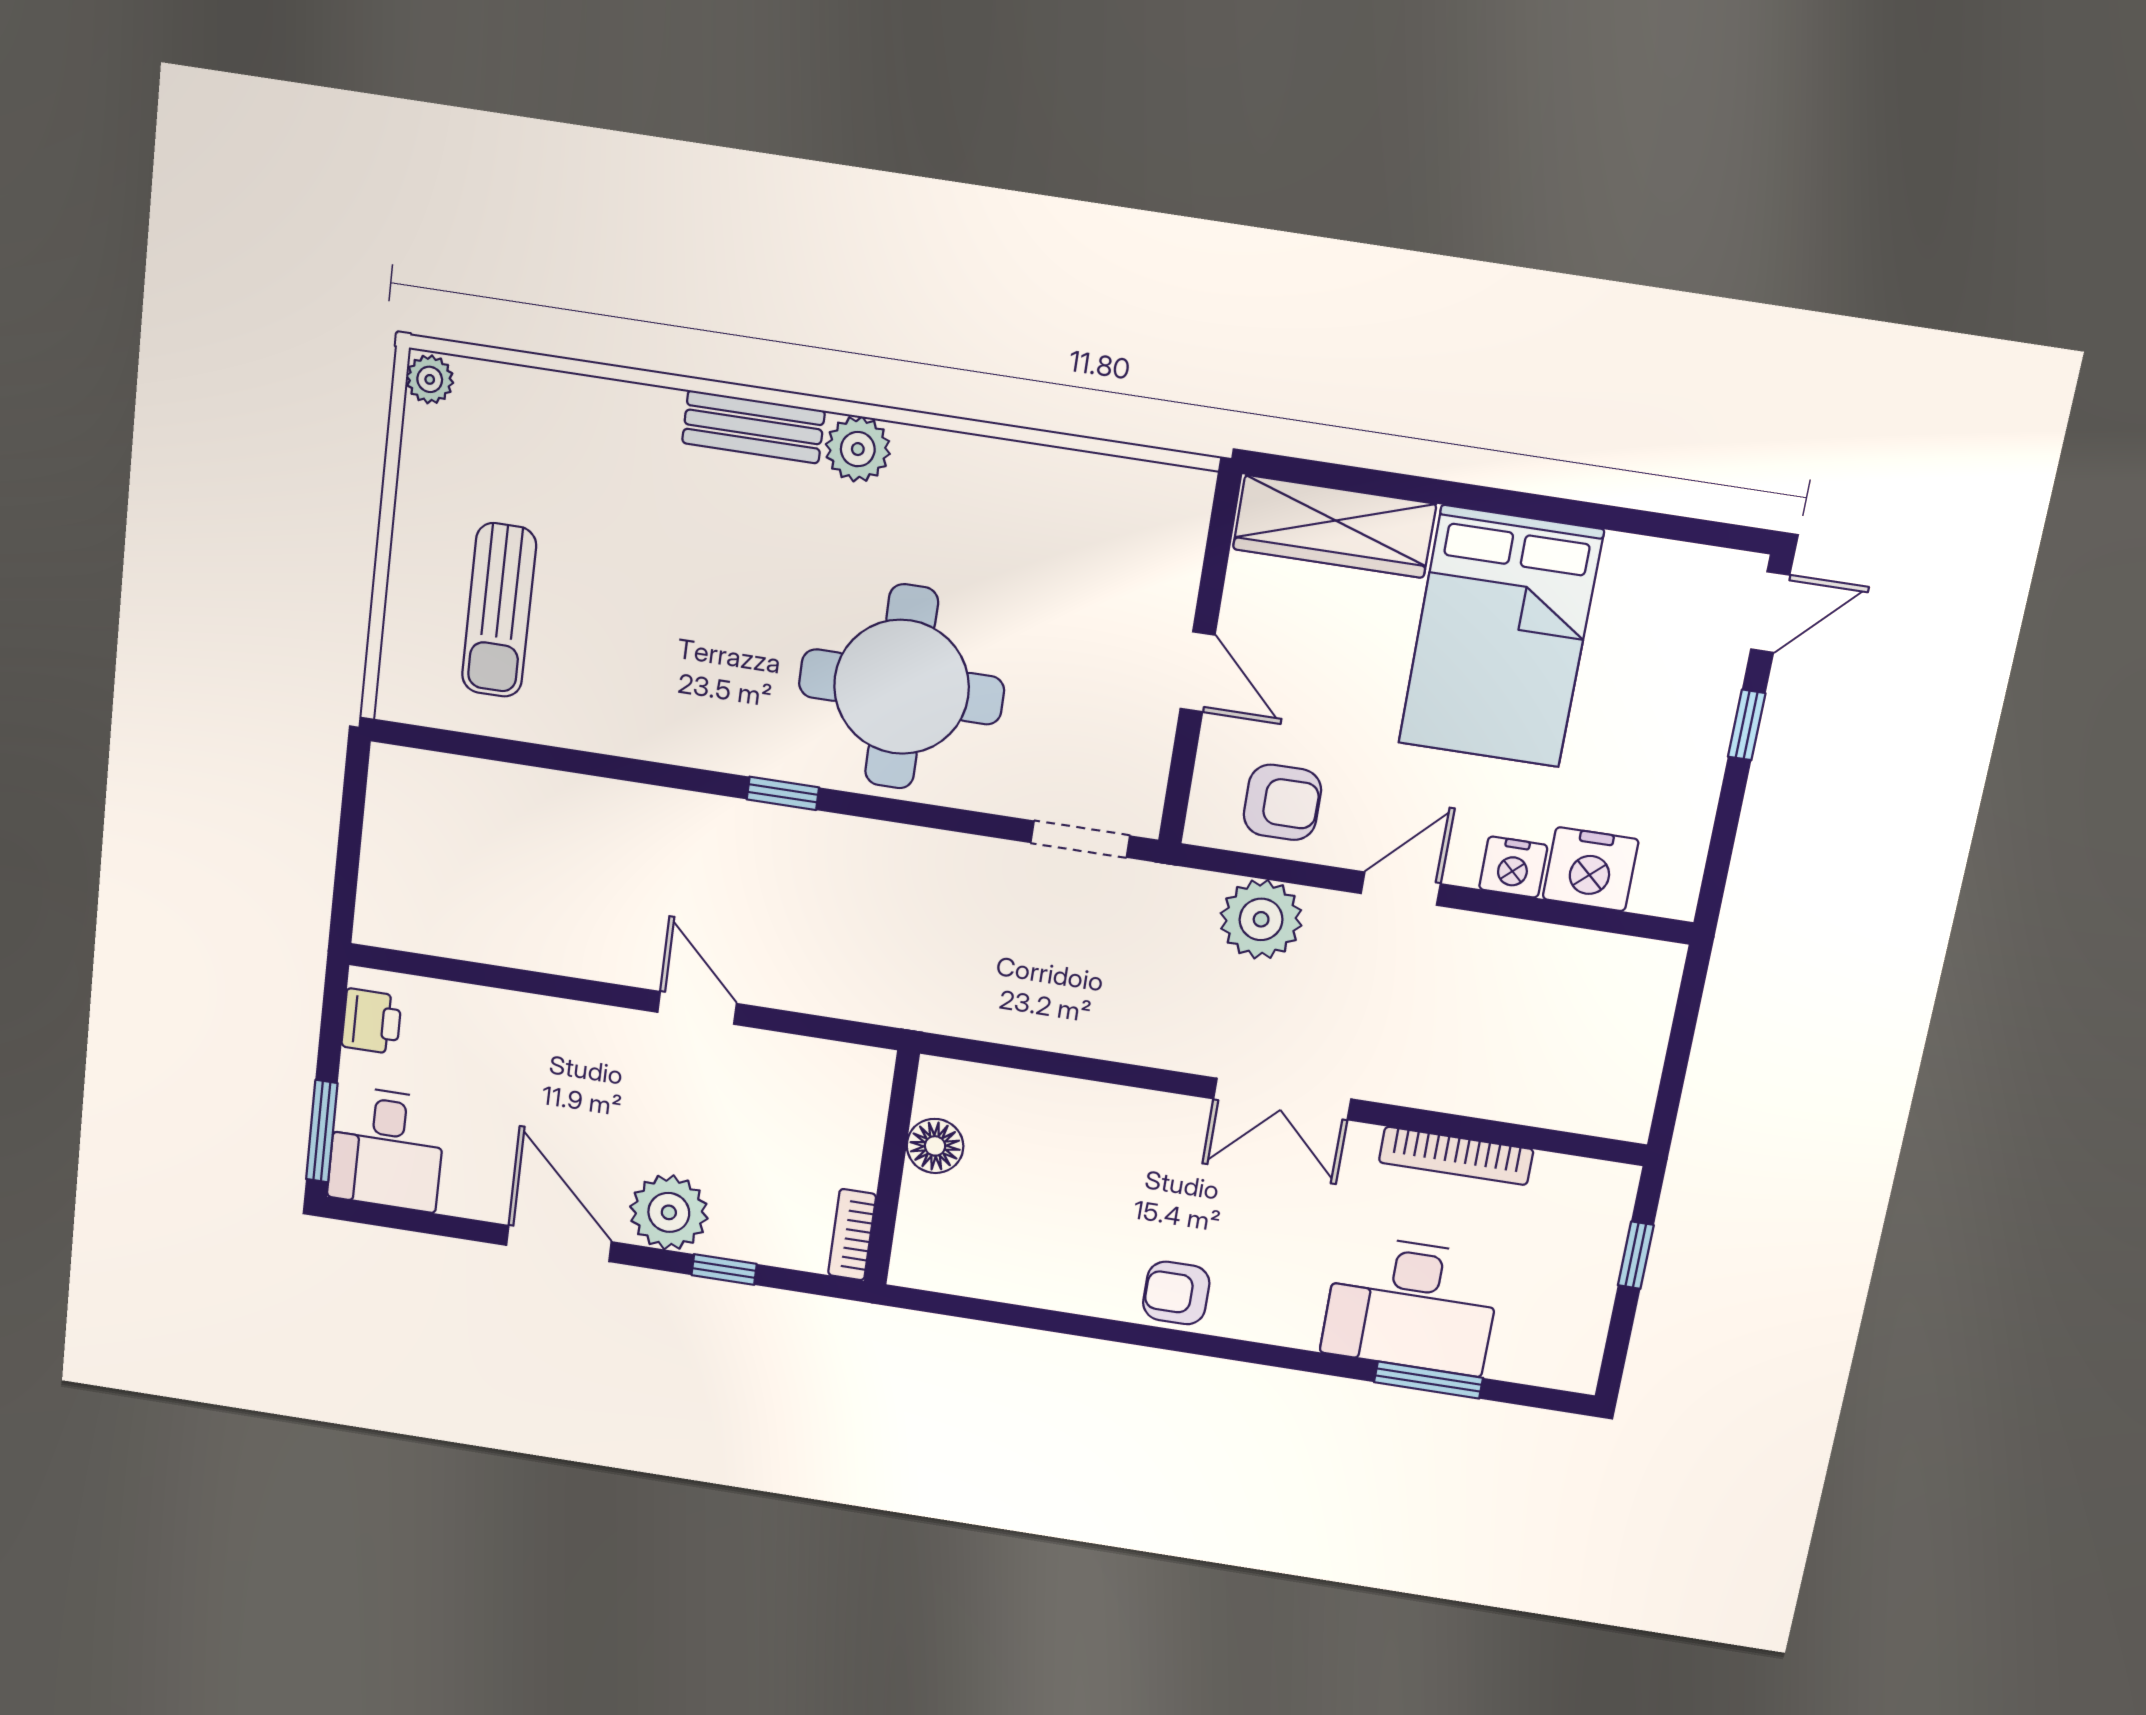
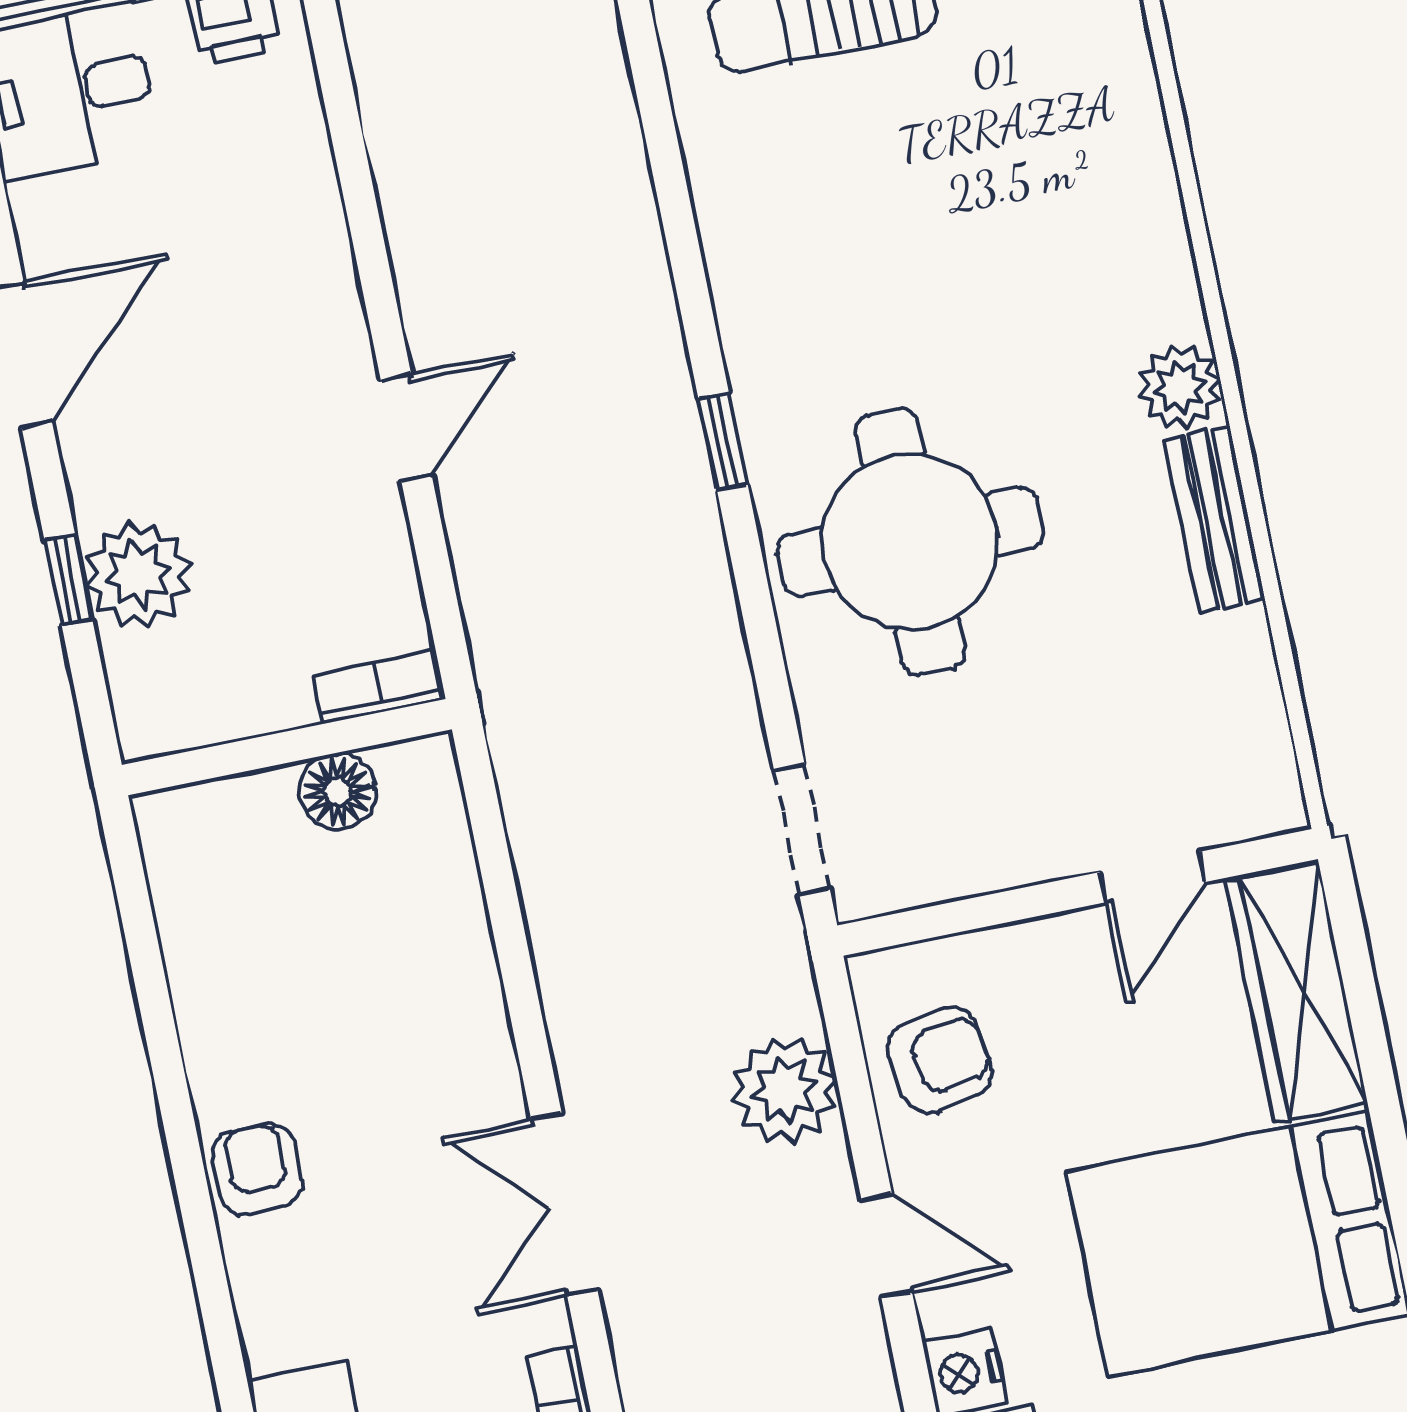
bench: (753, 427) -> (1214, 519), moved
door: (1198, 672) -> (1153, 877), moved
armchair: (1282, 802) -> (940, 1060), turned -101
plant: (669, 1212) -> (138, 574), moved
bookcase: (852, 1235) -> (379, 687), moved

